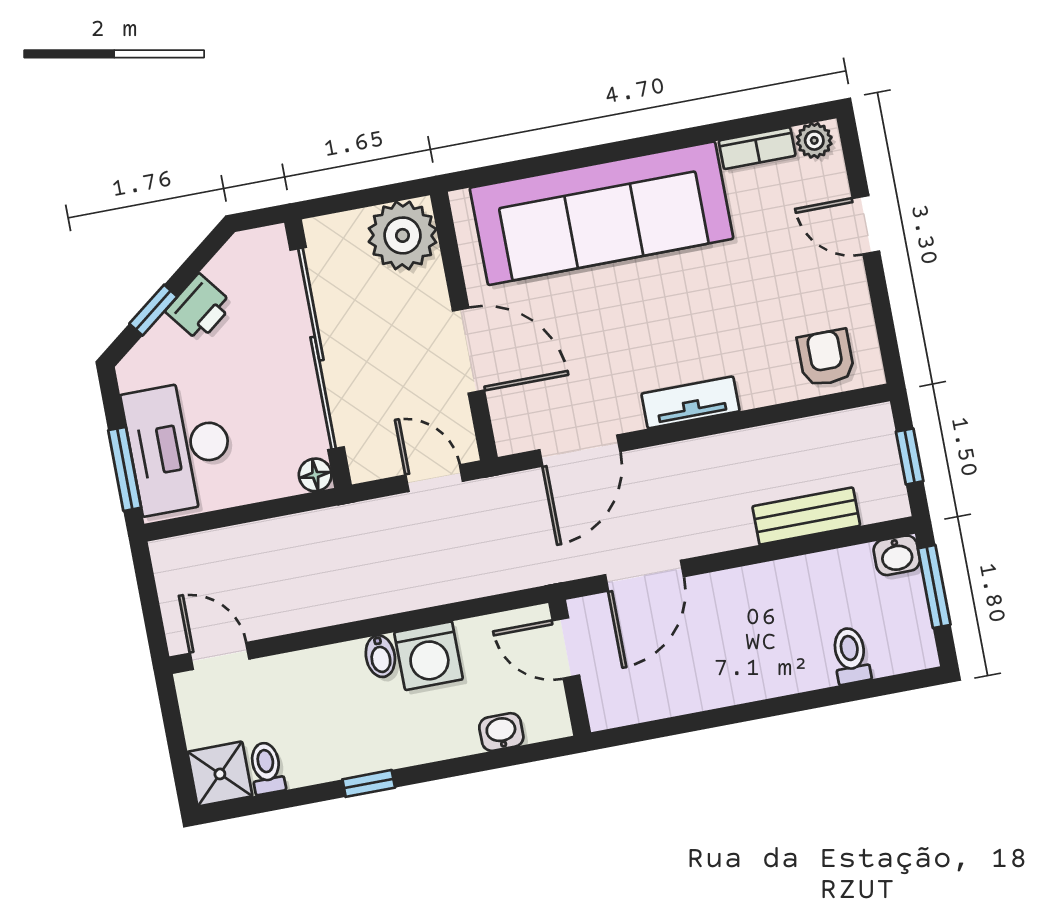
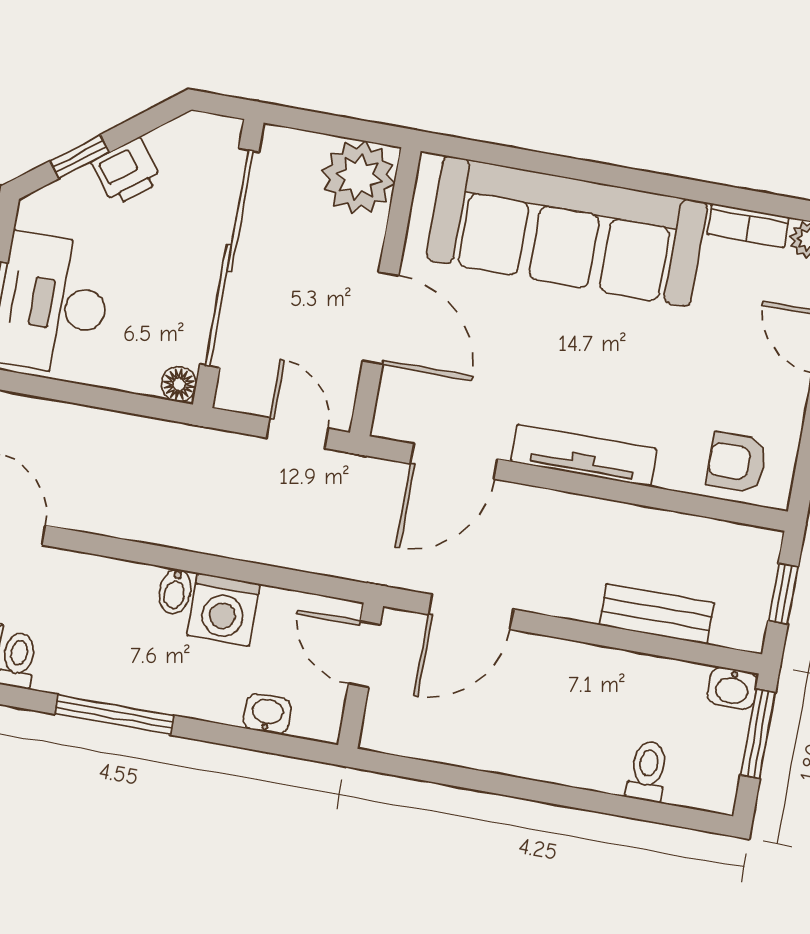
armchair: (826, 358) -> (737, 463), turned -90
tv unit: (691, 402) -> (584, 455), width x1.41
window: (369, 783) -> (114, 715), width x2.17

